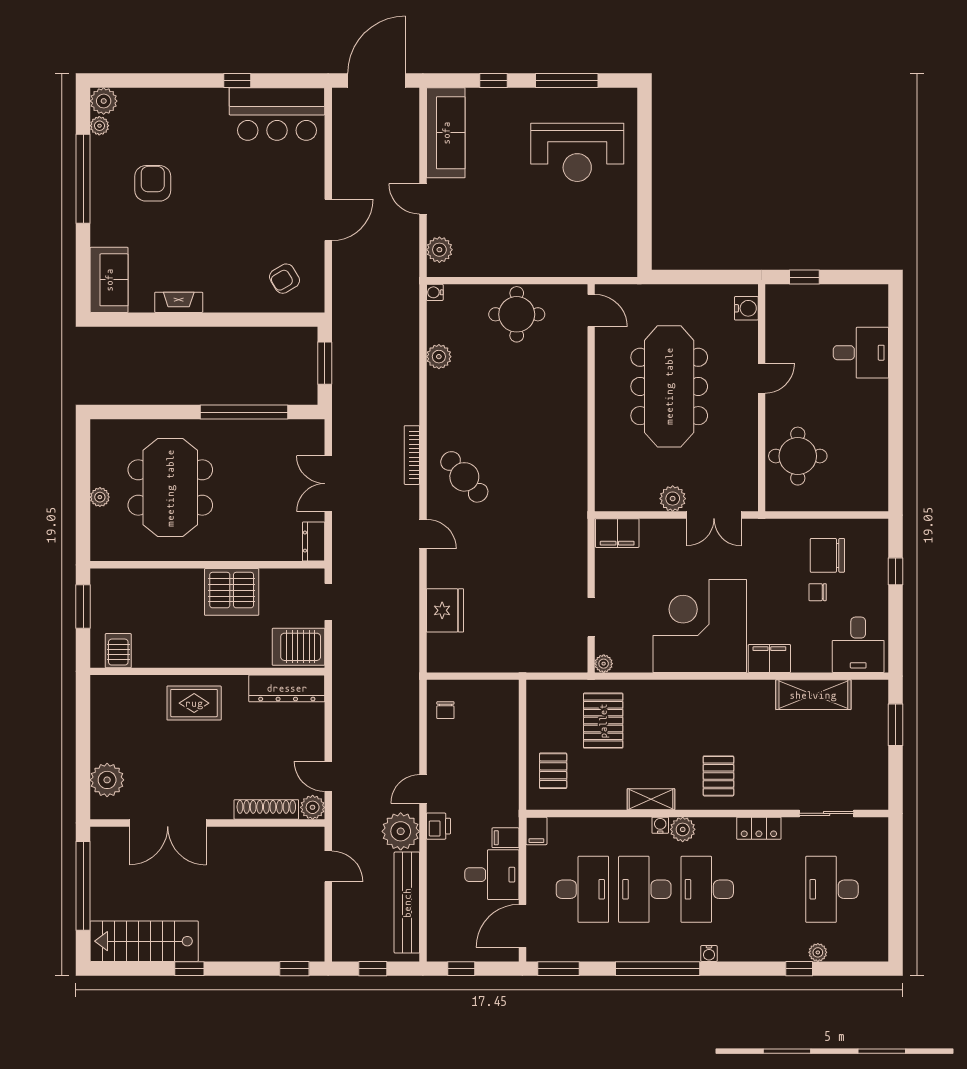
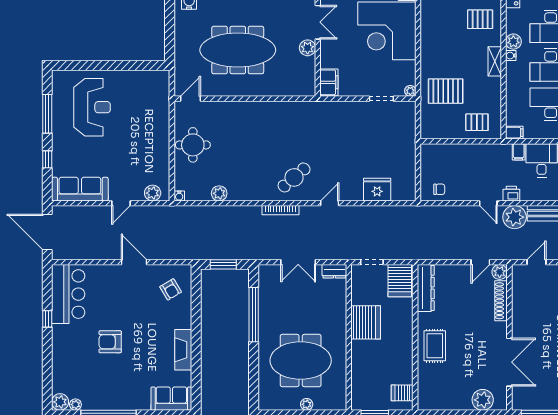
armchair: (153, 183) -> (110, 342), moved
fireplace: (179, 302) -> (183, 350), width x1.37, depth x1.32

